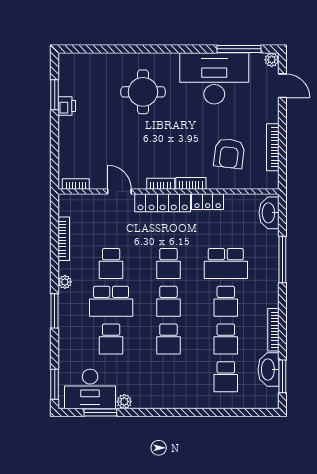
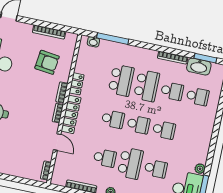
door: (119, 191) -> (57, 142), swing flipped
washbasin: (269, 213) -> (93, 42), width x0.52, depth x0.69
window: (282, 260) -> (113, 39), moved
school desk: (226, 301) -> (147, 86), width x1.85

